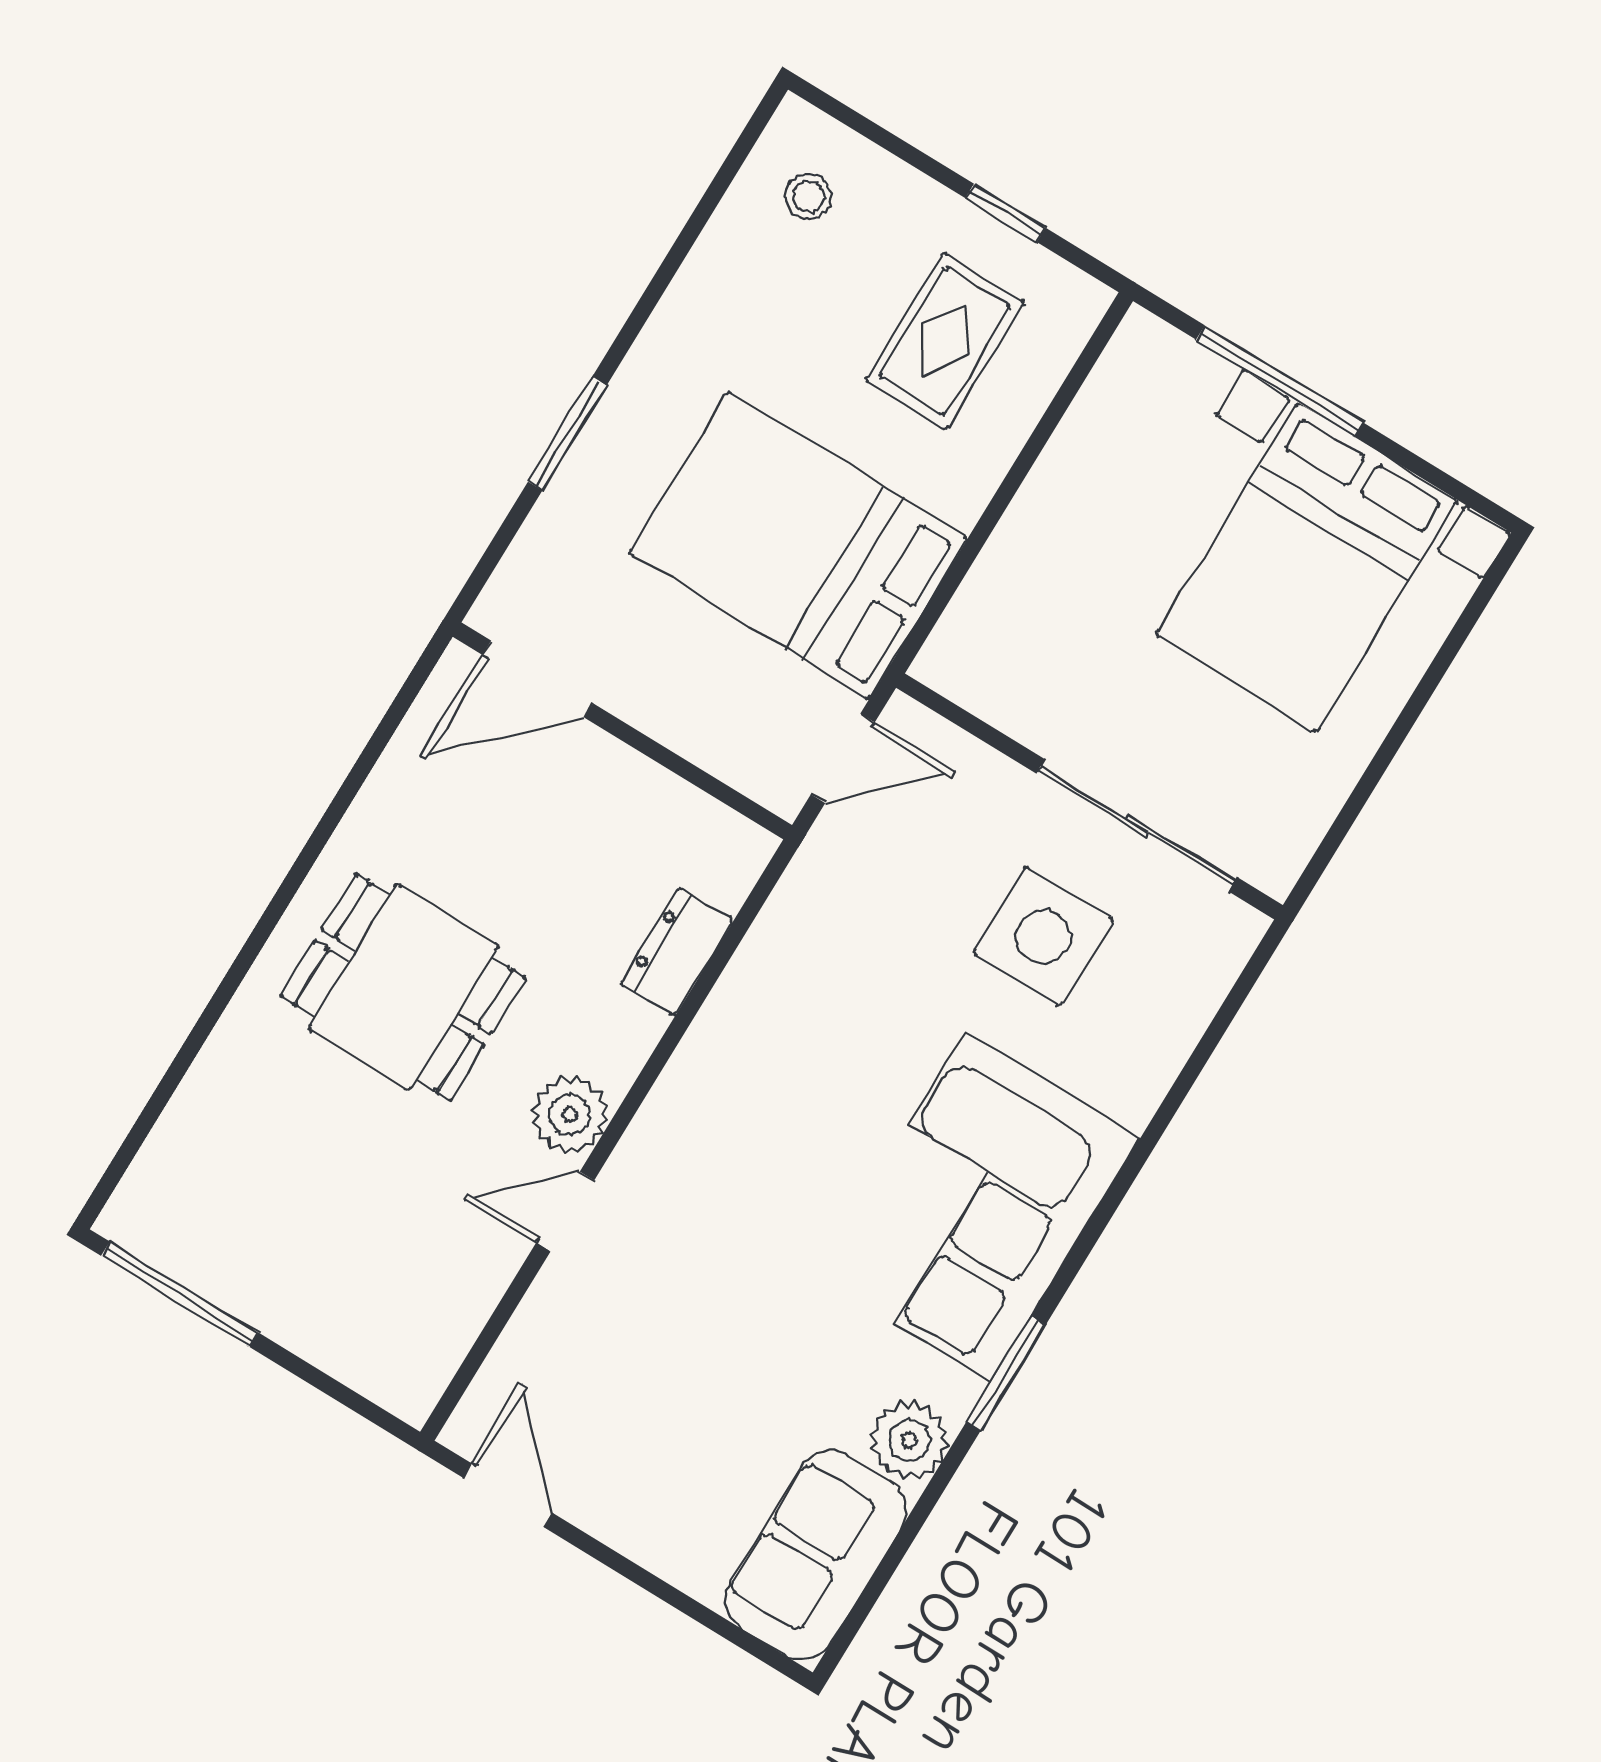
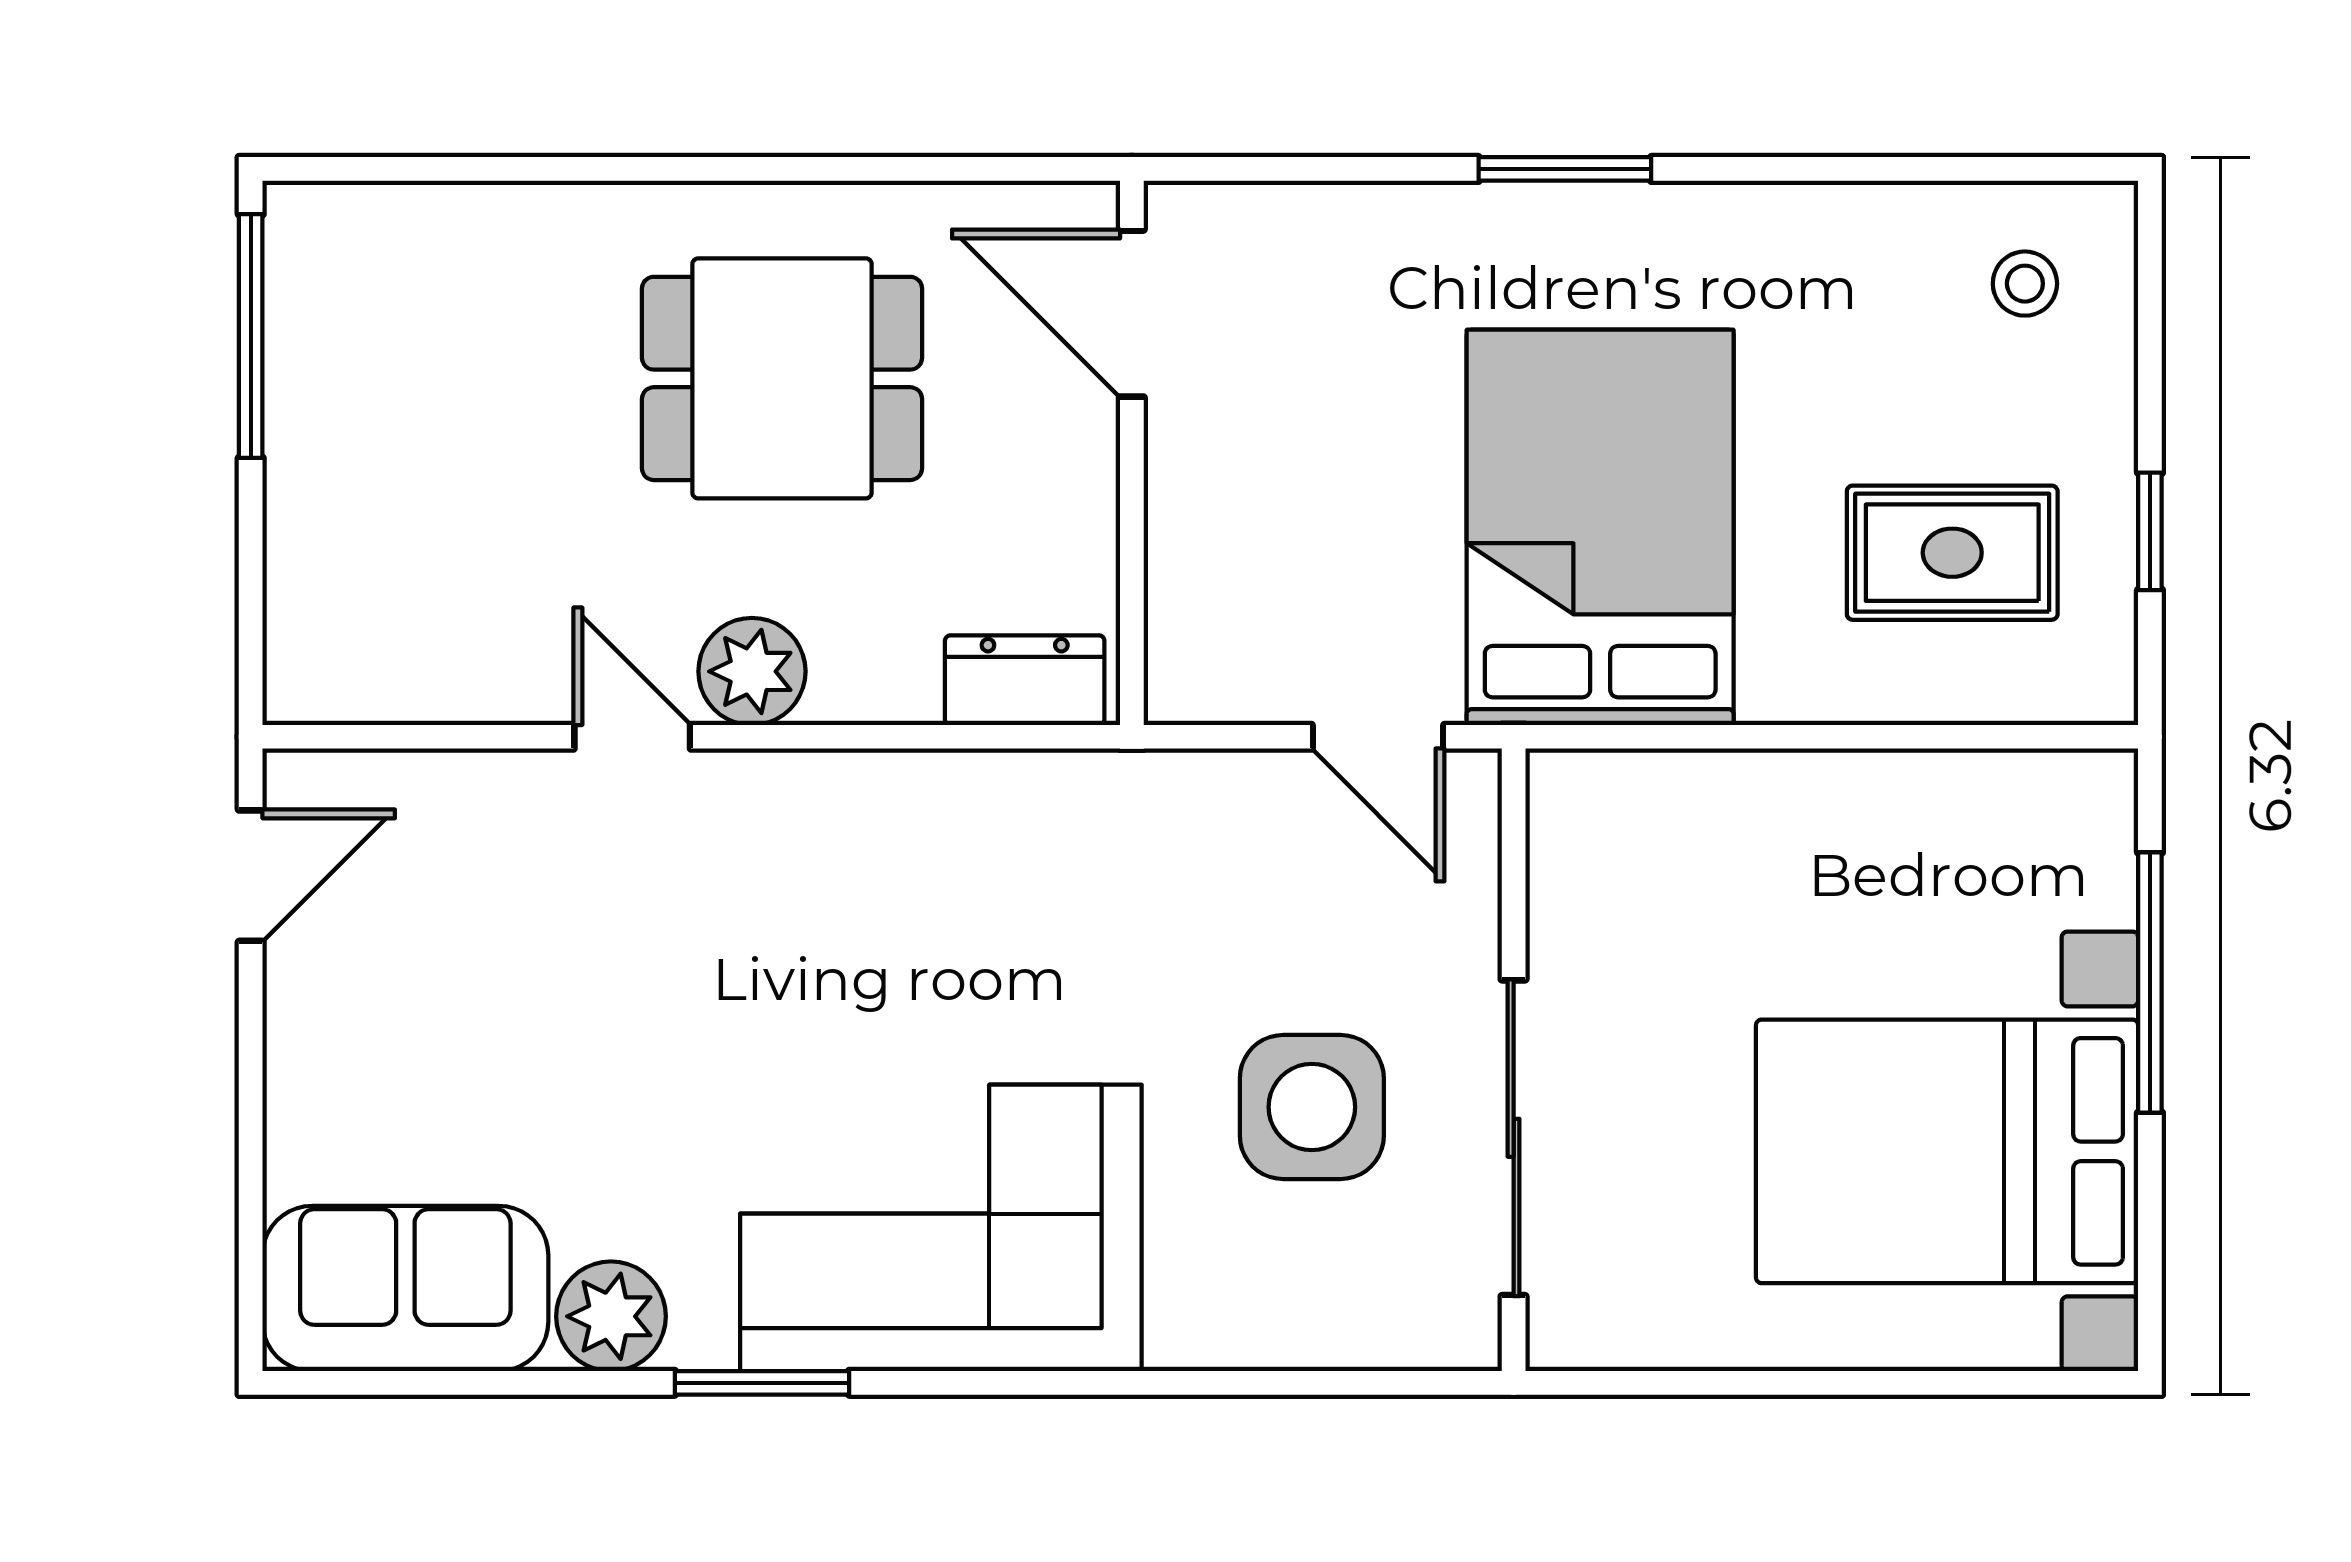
door: (538, 679) -> (1132, 314), moved
wall: (622, 731) -> (1132, 453), moved
dining table: (403, 987) -> (782, 378), turned 90

